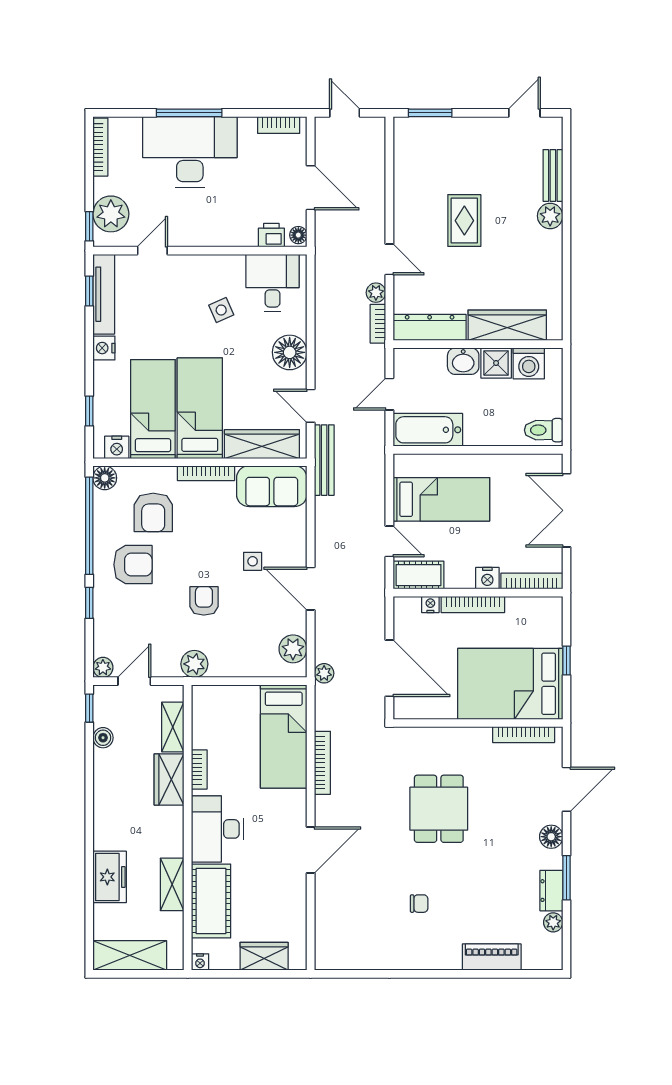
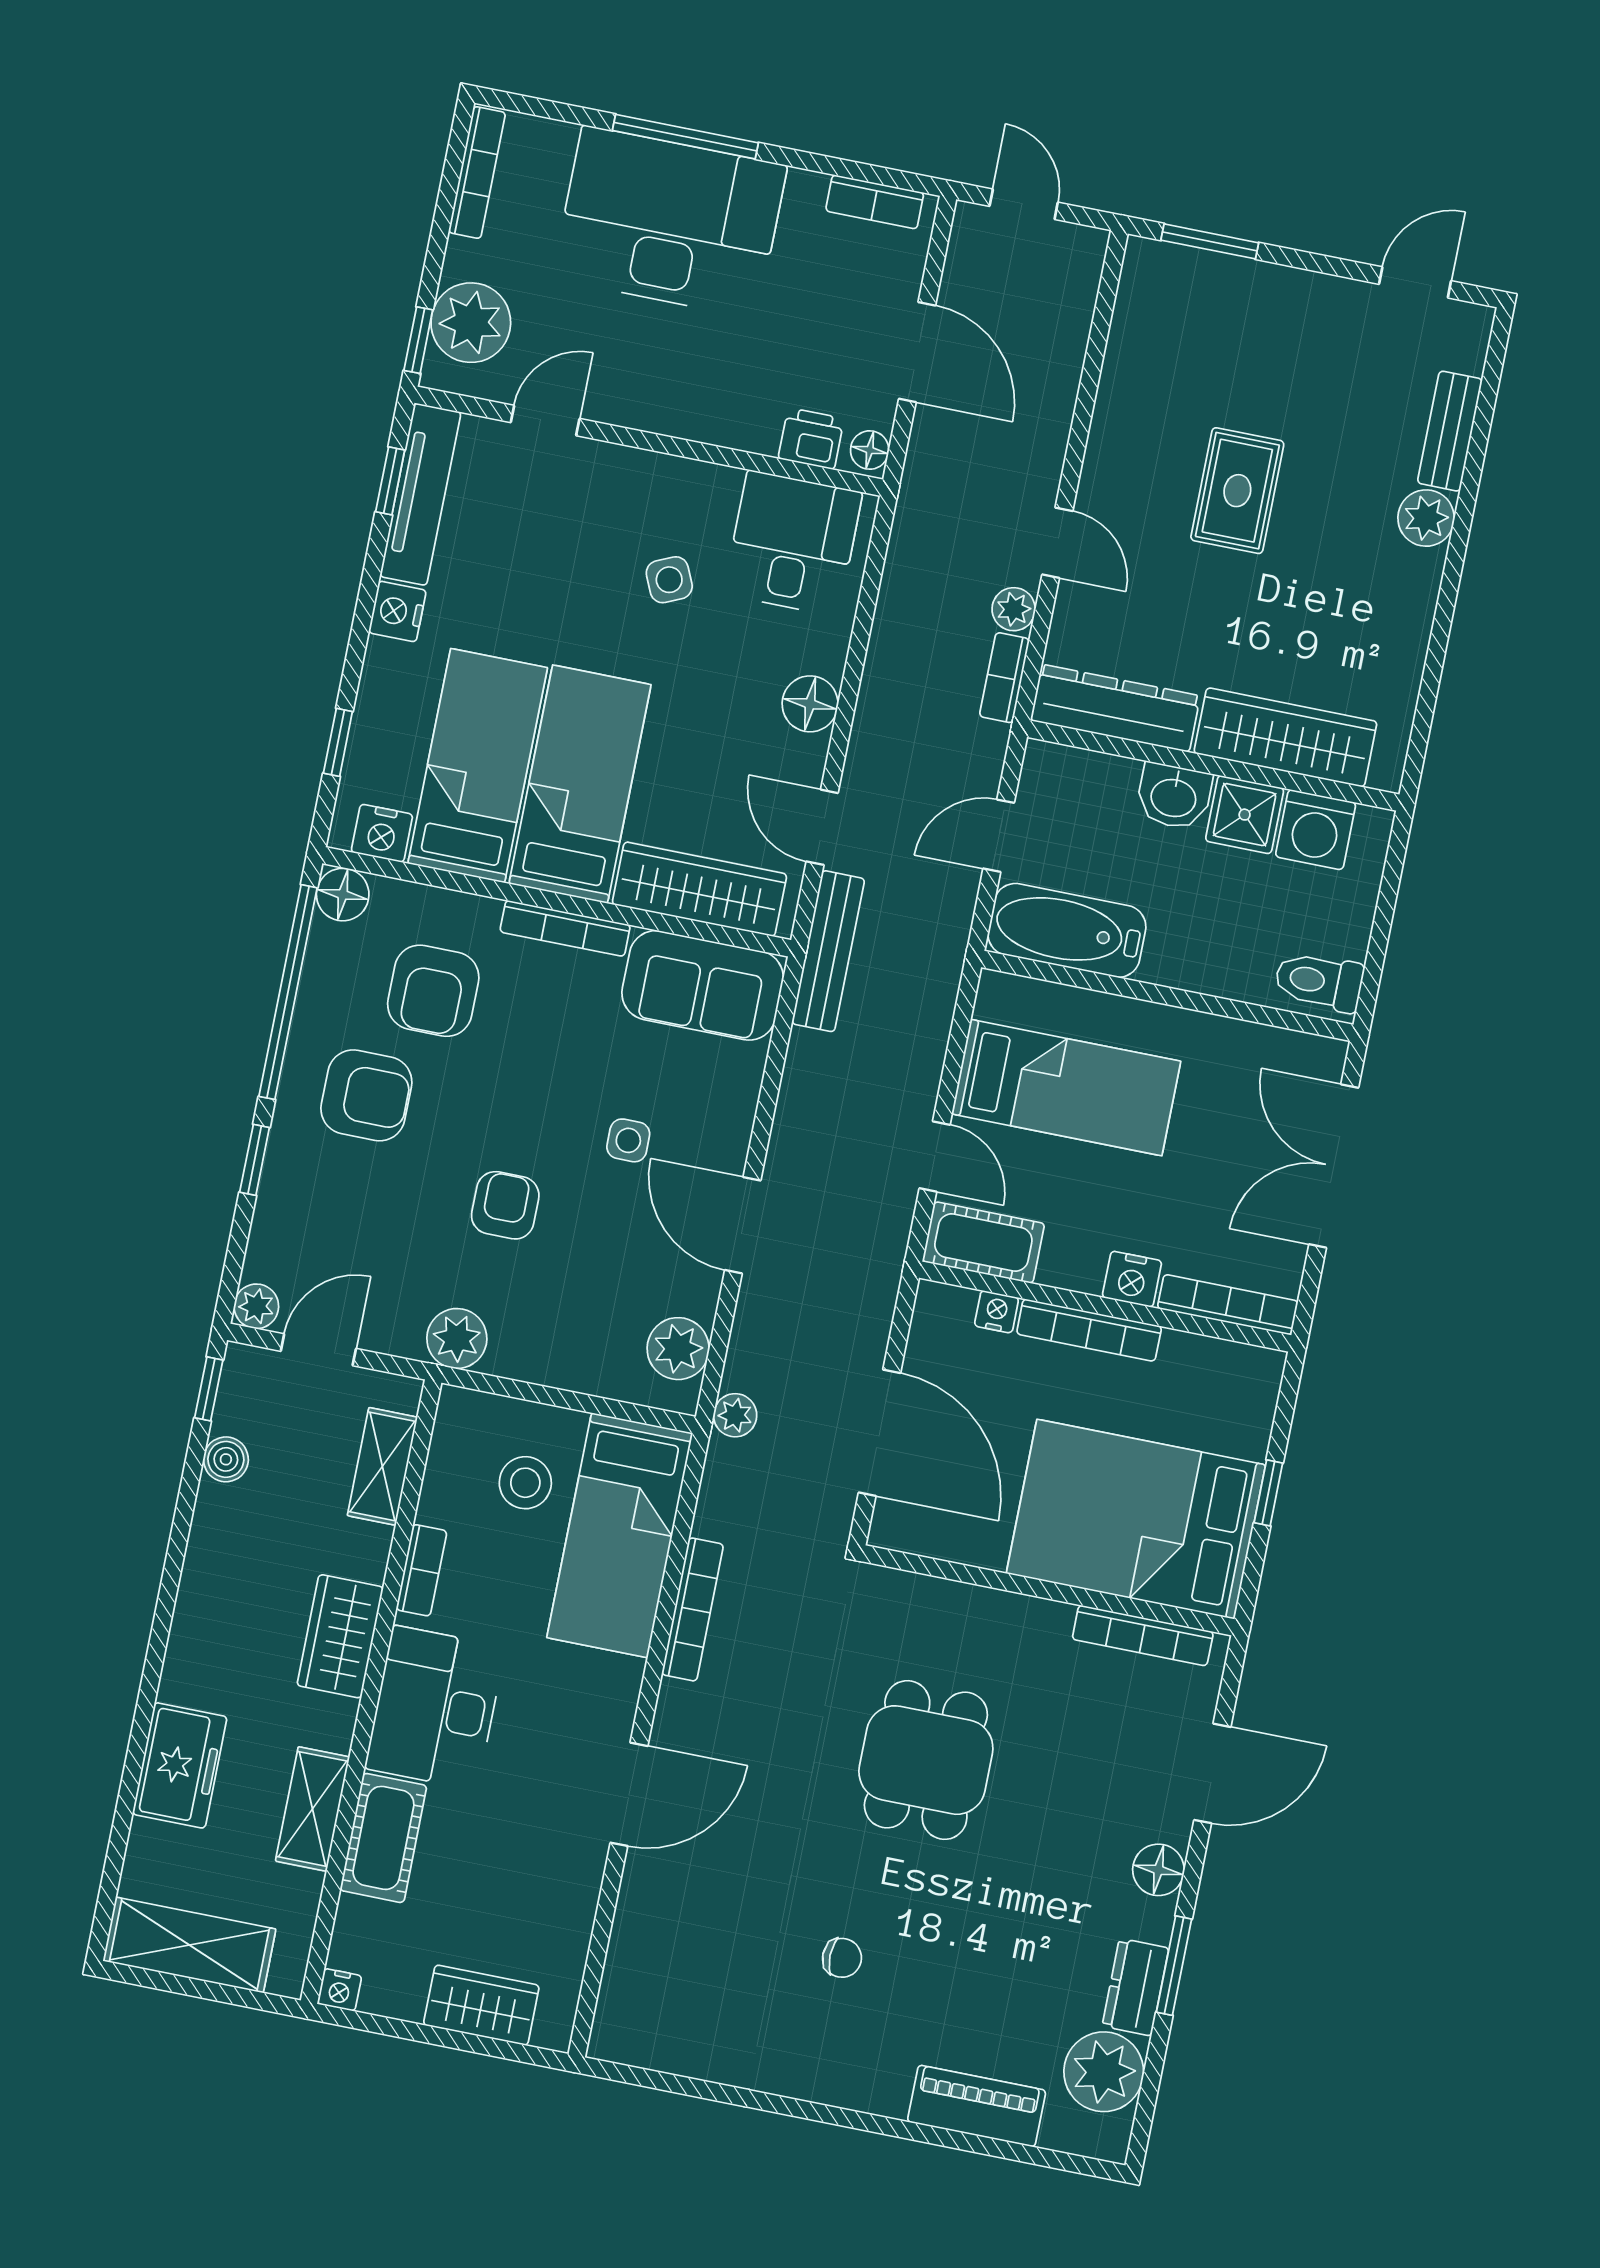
floor lamp: (290, 352) -> (810, 704), width x0.73, depth x0.73
stool: (237, 722) -> (525, 1483), added
wardrobe: (169, 779) -> (340, 1636), moved
cot: (211, 901) -> (383, 1838), width x0.73, depth x0.75
plant: (553, 922) -> (1104, 2072), width x1.88, depth x1.88

